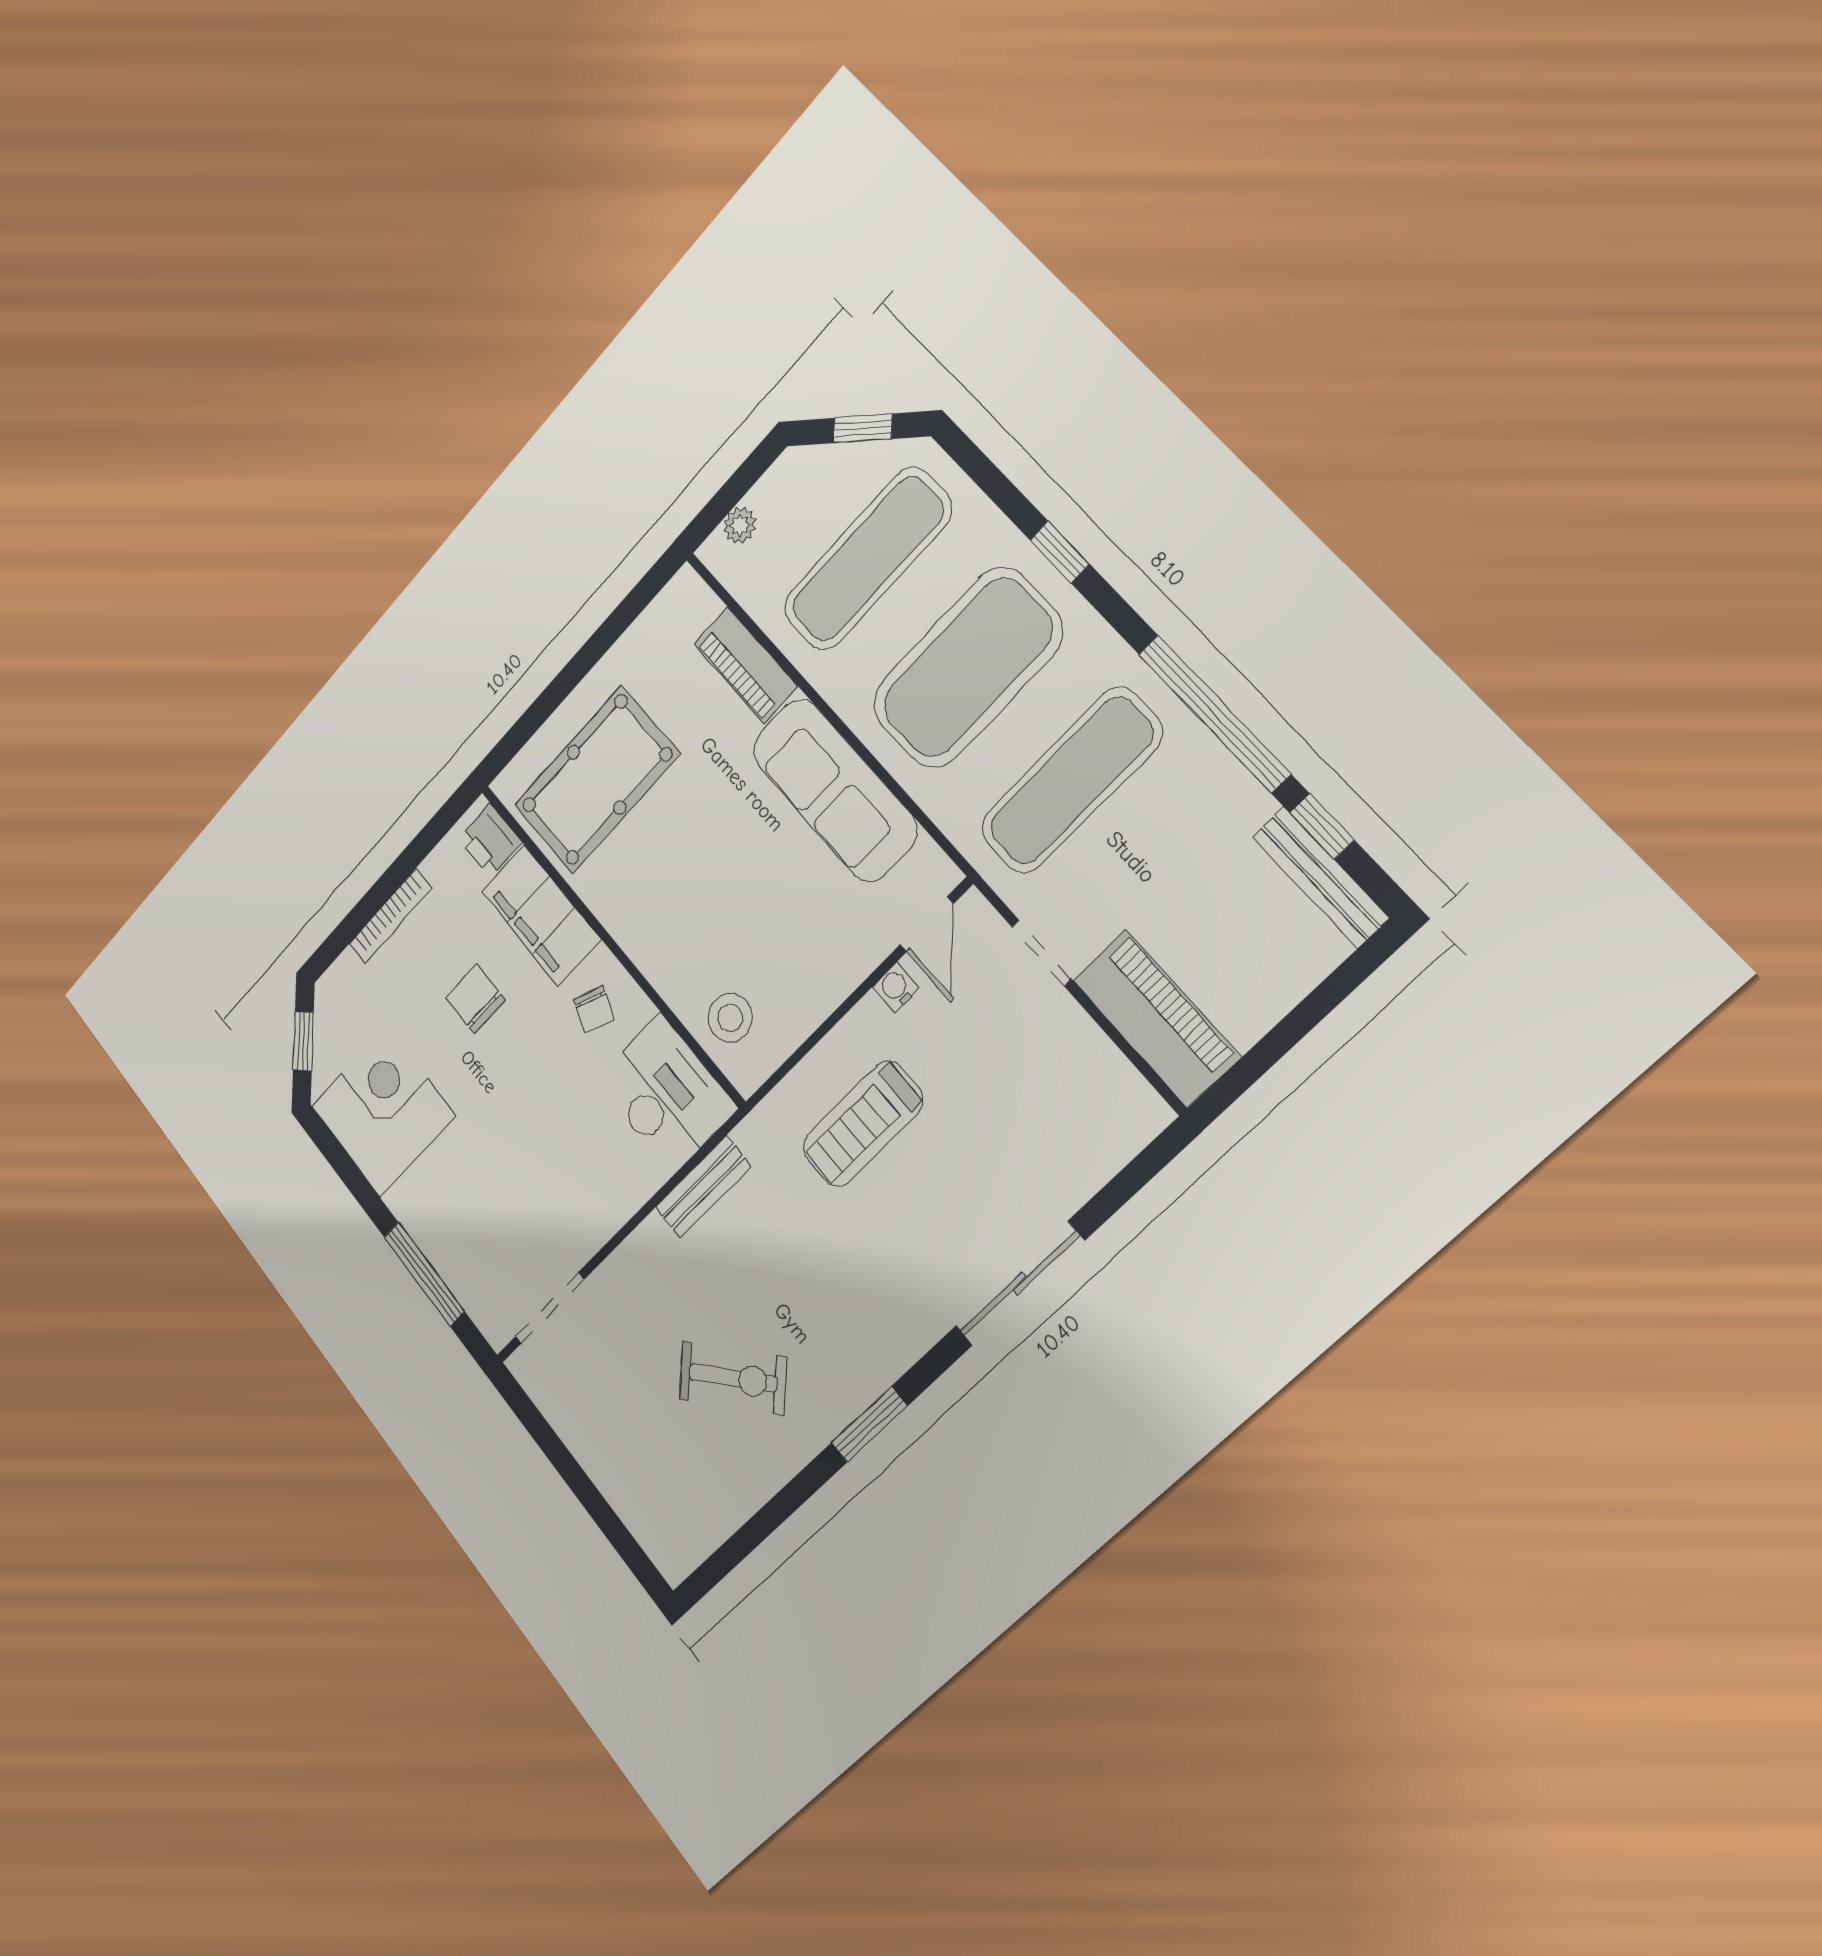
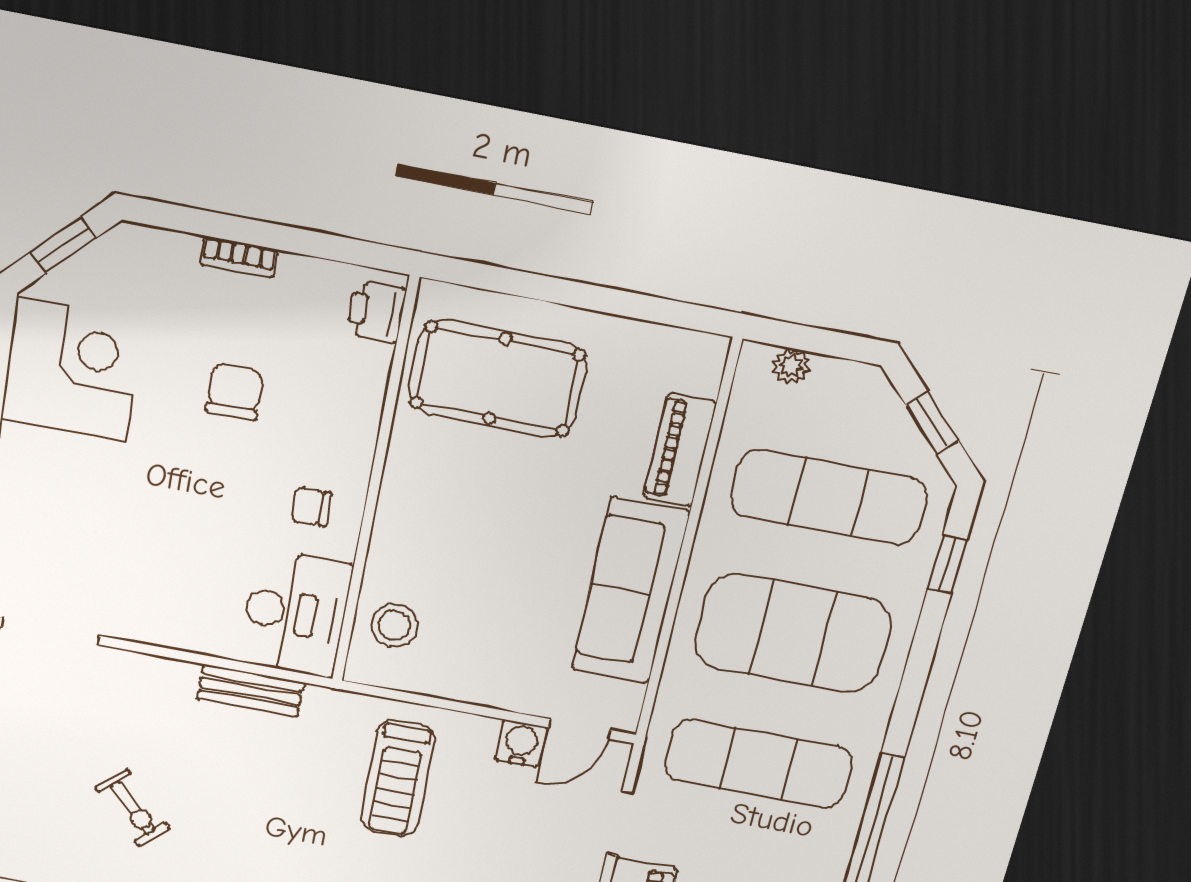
window: (1060, 552) -> (947, 564), moved
filing cabinet: (541, 915) -> (350, 405), removed
bookcase: (390, 916) -> (239, 257), width x0.64
water cooler: (896, 988) -> (521, 744), width x1.38, depth x1.38
chair: (594, 1010) -> (311, 507), turned 69
treadmill: (863, 1124) -> (398, 779), turned -90
exercise bike: (733, 1378) -> (133, 808), width x0.73, depth x0.72

